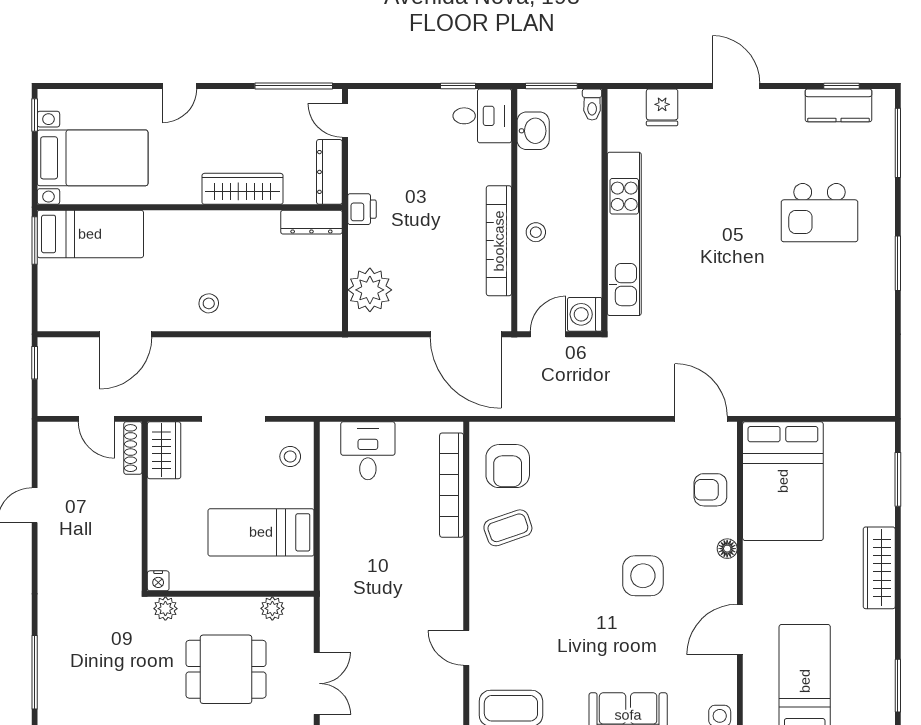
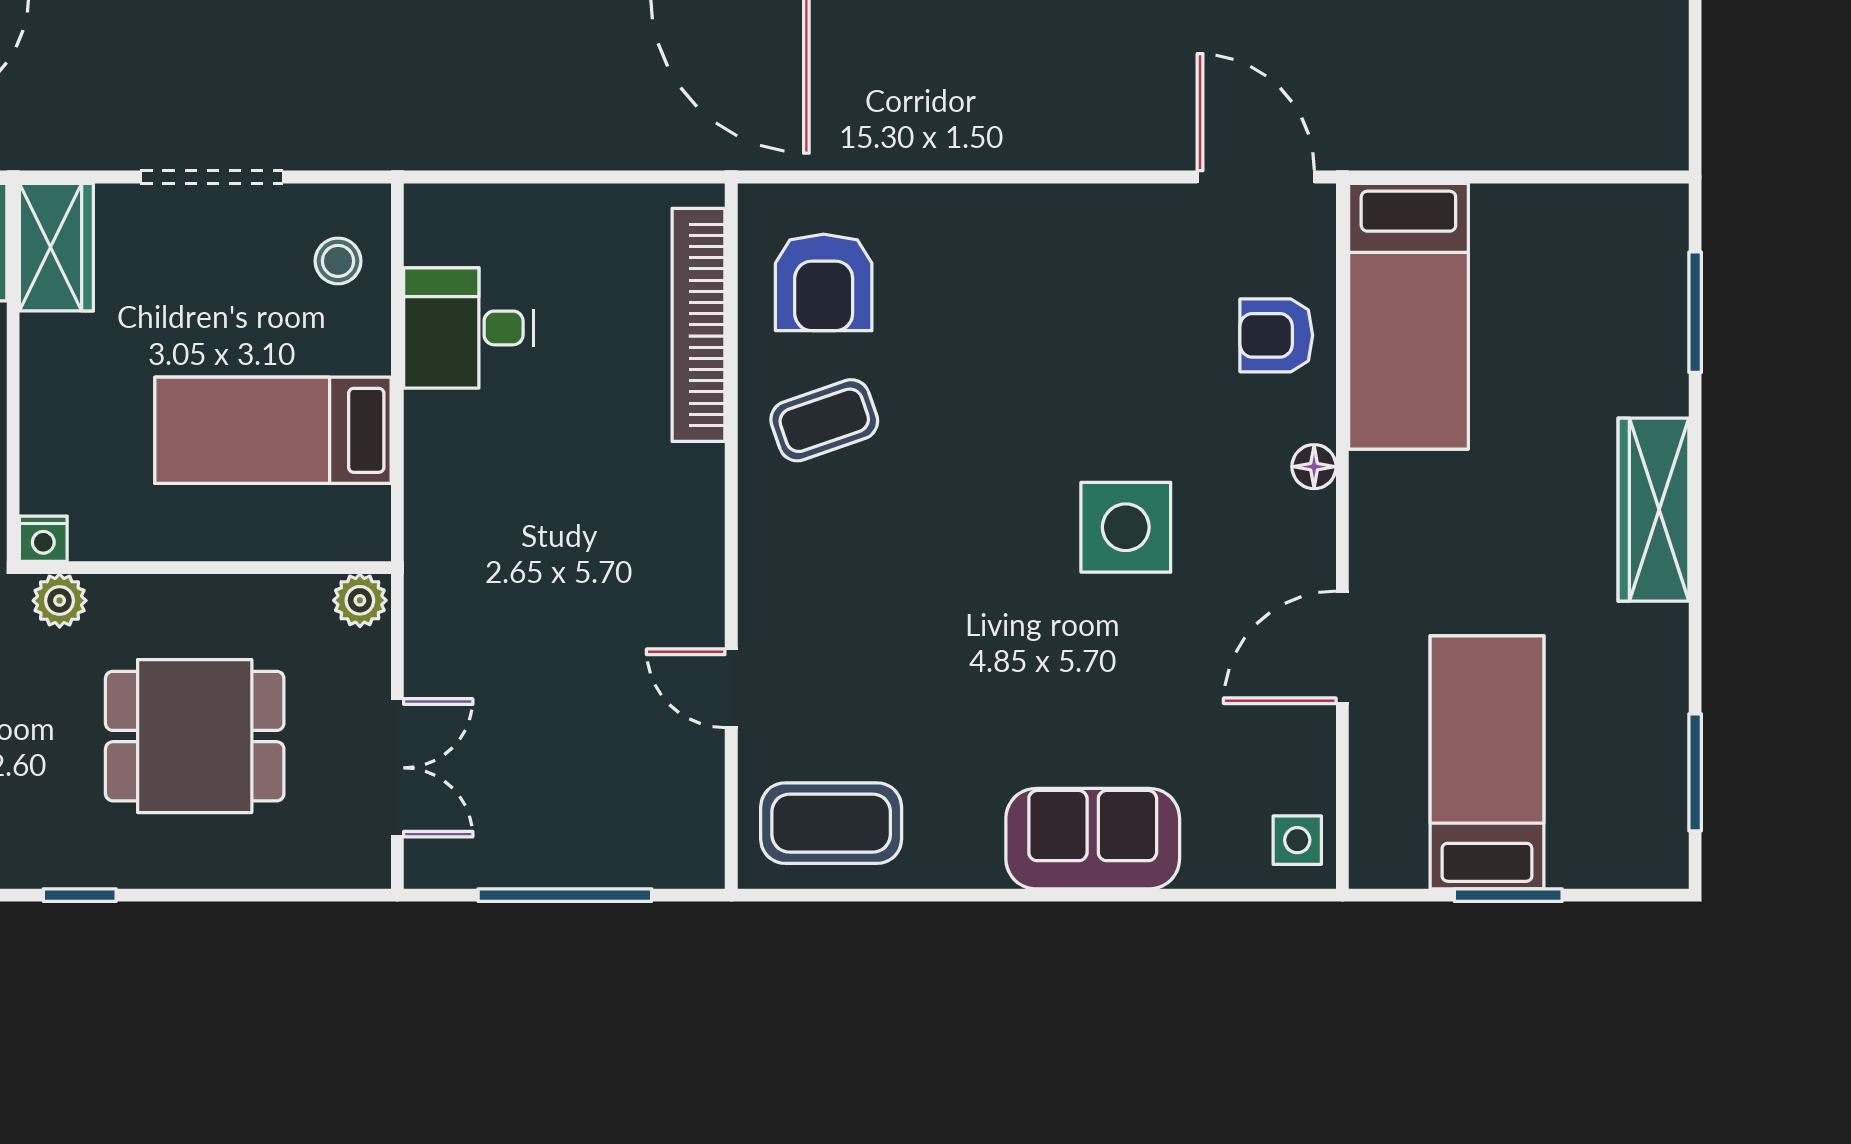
desk: (368, 451) -> (469, 328), moved, turned -90
bed: (783, 481) -> (1408, 316), width x0.67
plant: (272, 608) -> (360, 600), moved

